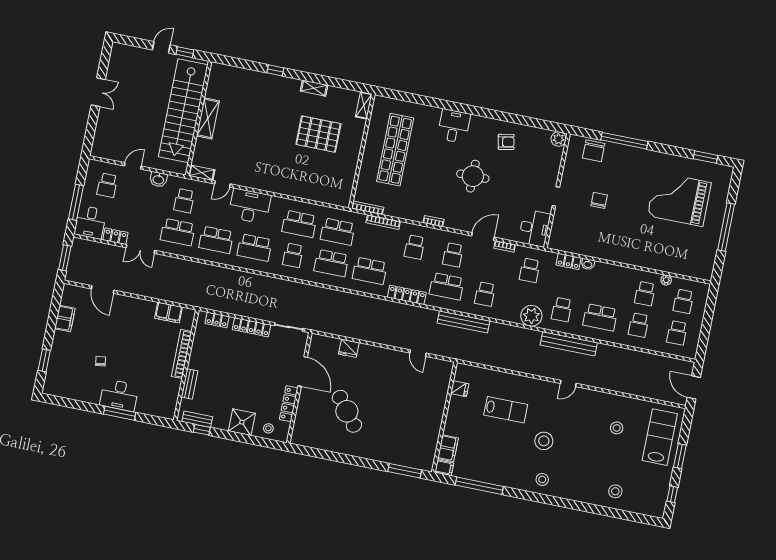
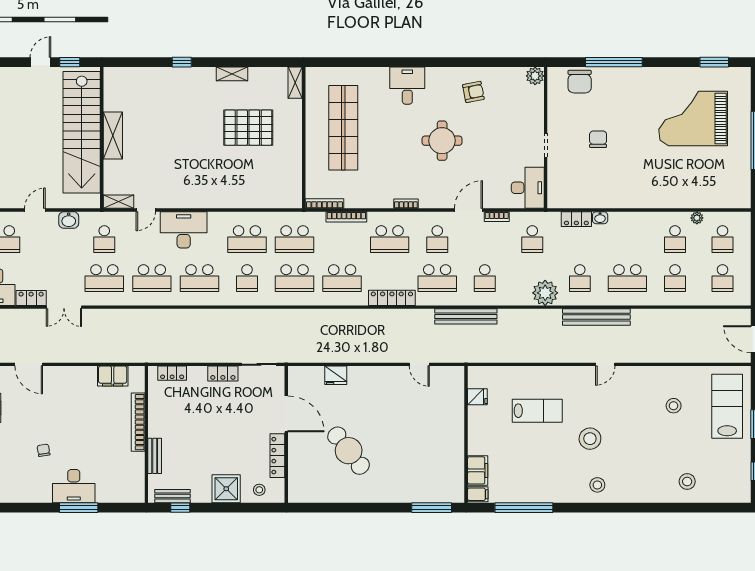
school desk: (415, 247) -> (390, 239), width x1.85
locker: (252, 327) -> (223, 374), width x0.66

